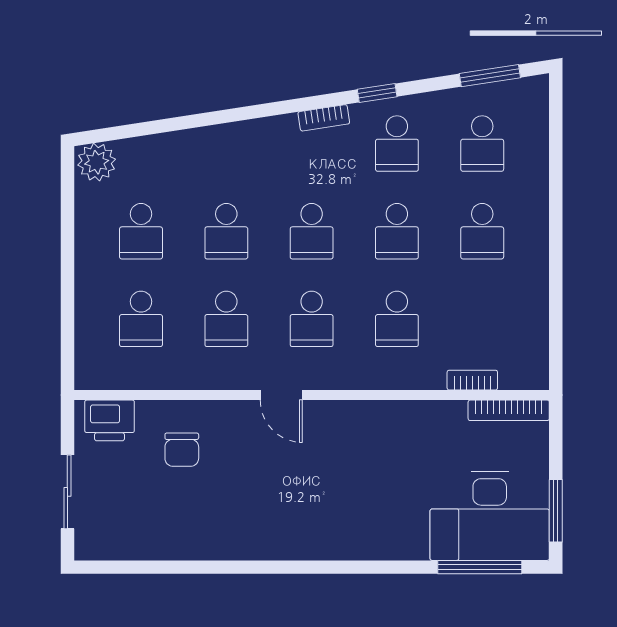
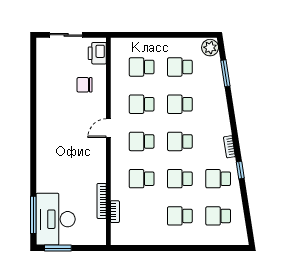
window: (490, 76) -> (225, 73), moved
bookcase: (509, 410) -> (102, 201), moved

